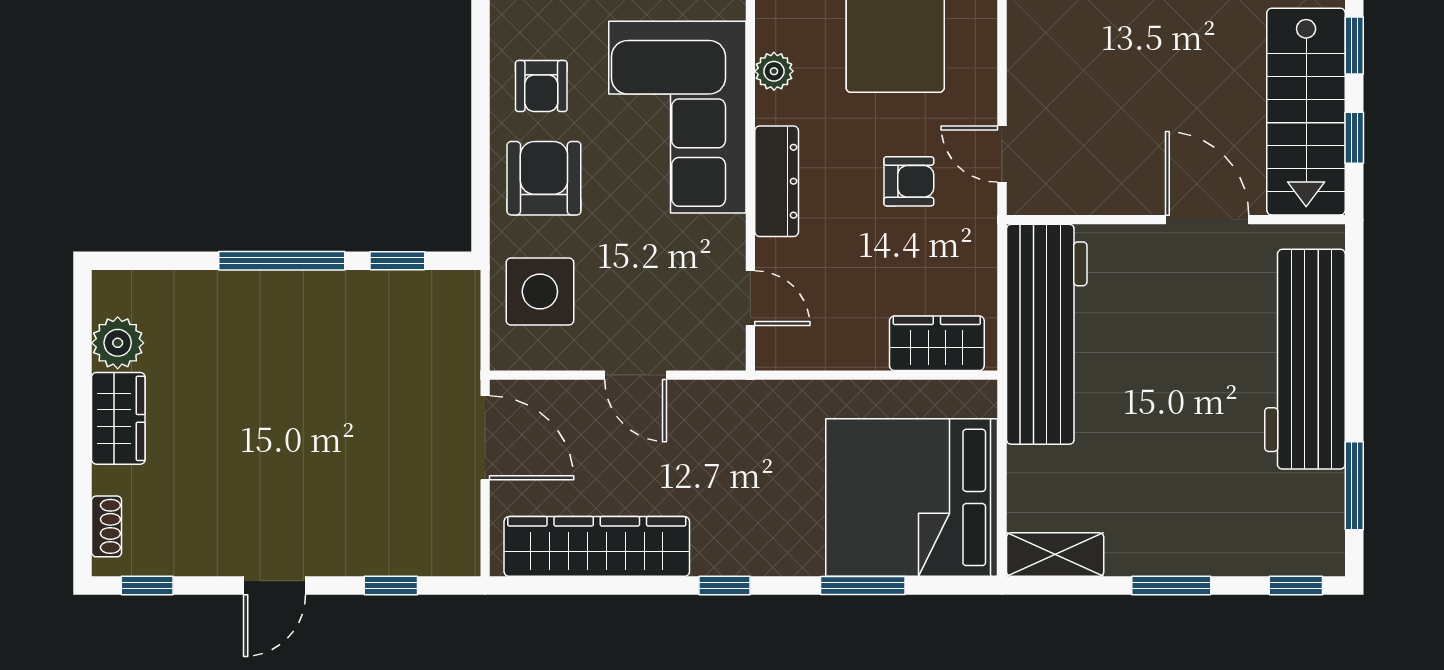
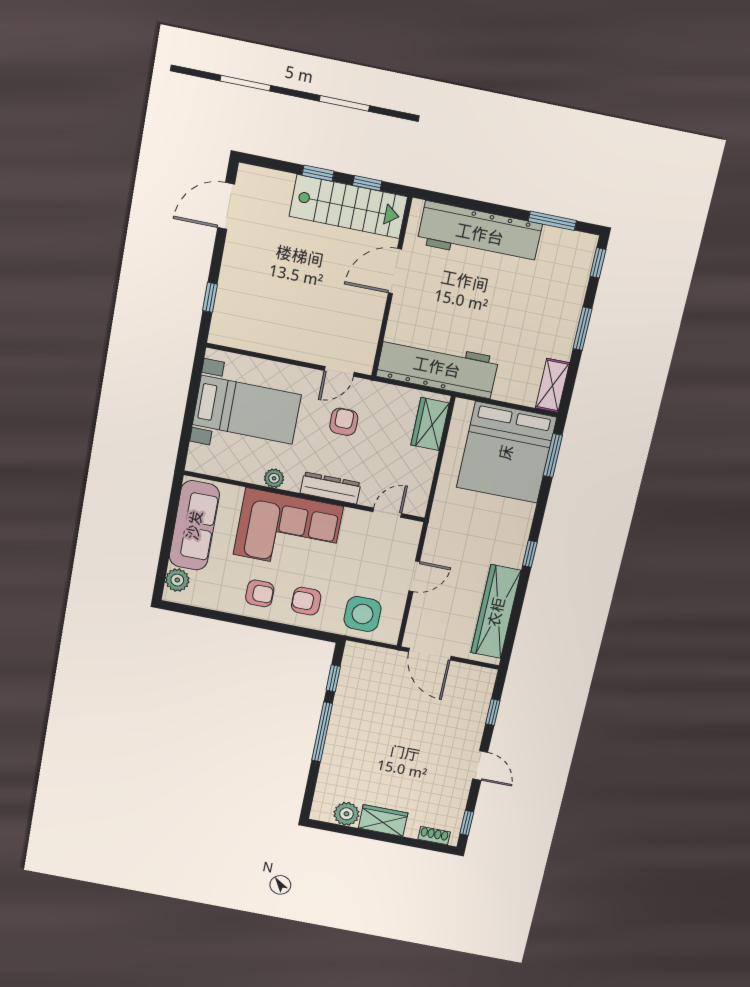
armchair: (544, 178) -> (306, 601), width x0.72, depth x0.72
door: (485, 438) -> (430, 654), swing flipped
window: (863, 586) -> (553, 455), moved

